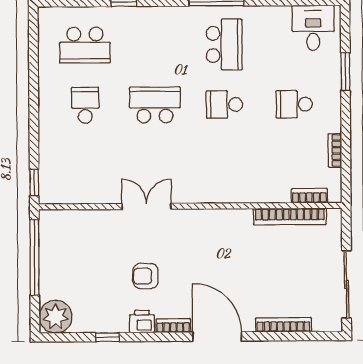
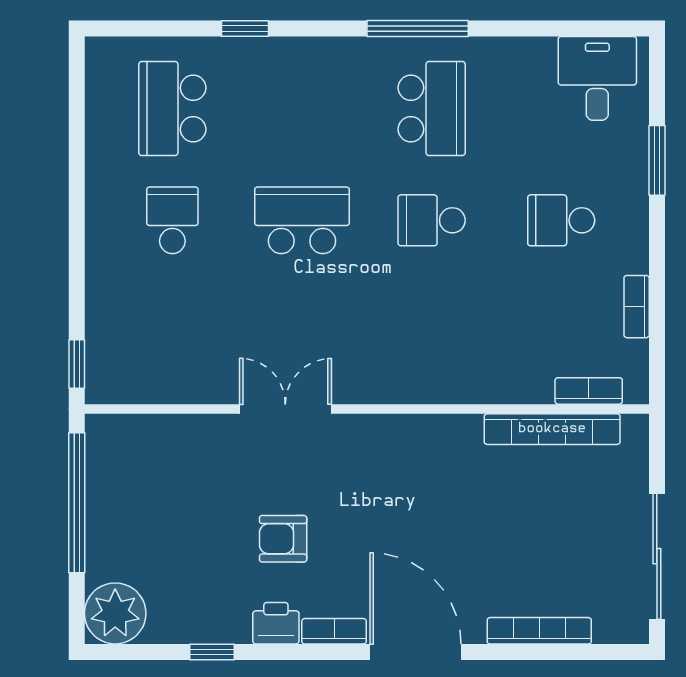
school desk: (85, 45) -> (172, 109), turned 90

